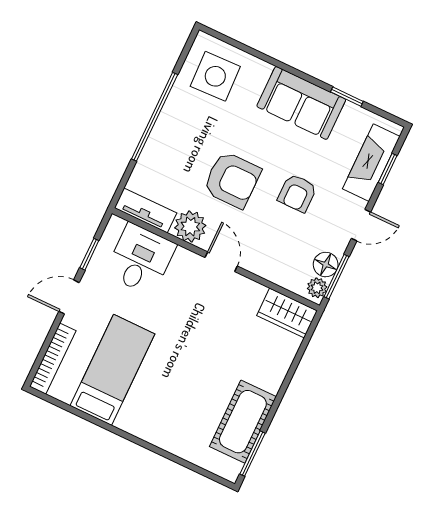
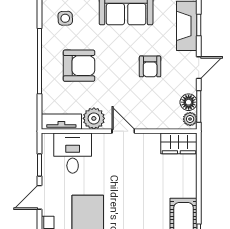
side table: (215, 76) -> (65, 18), width x0.54, depth x0.54
armchair: (232, 180) -> (79, 66), moved

